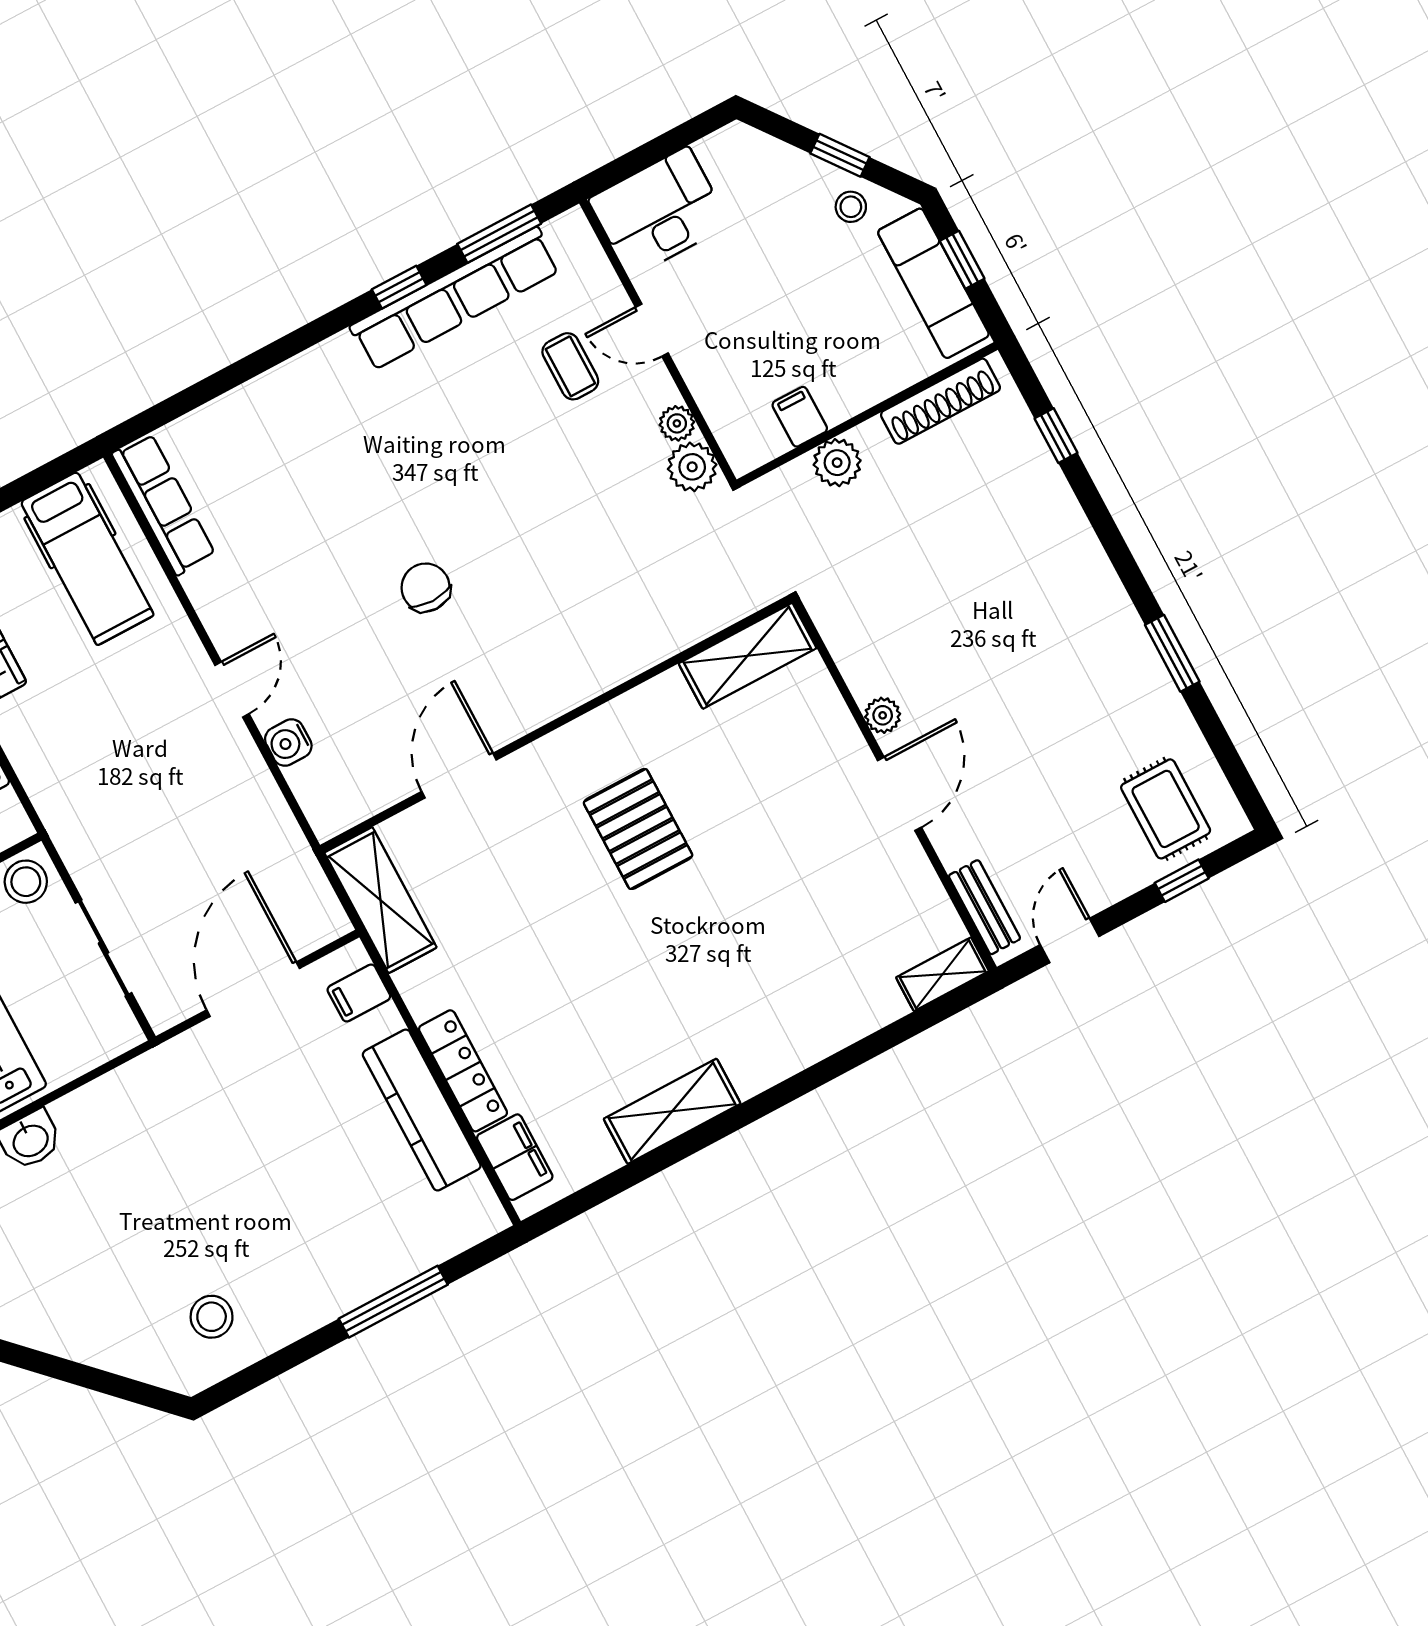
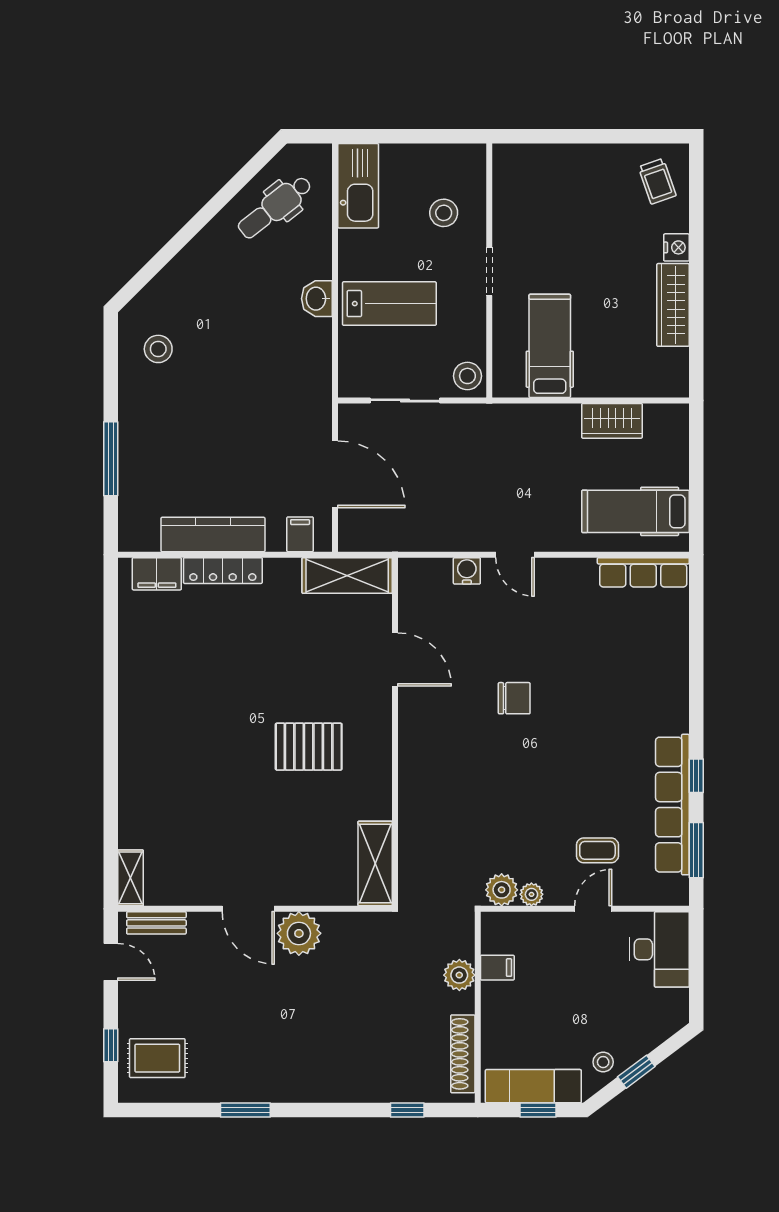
plant: (883, 715) -> (299, 933), width x1.88, depth x1.88
shelving: (672, 1111) -> (135, 679), removed

